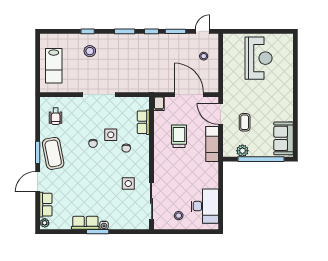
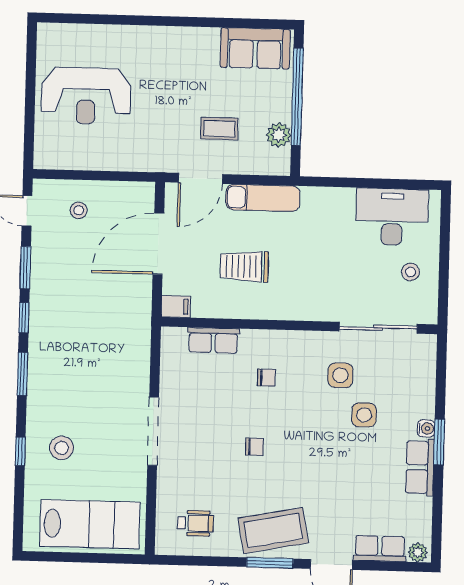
reception desk: (259, 58) -> (86, 96), turned 180
lab bench: (54, 66) -> (90, 524), width x1.36, depth x1.39
side table: (111, 135) -> (364, 415), moved

